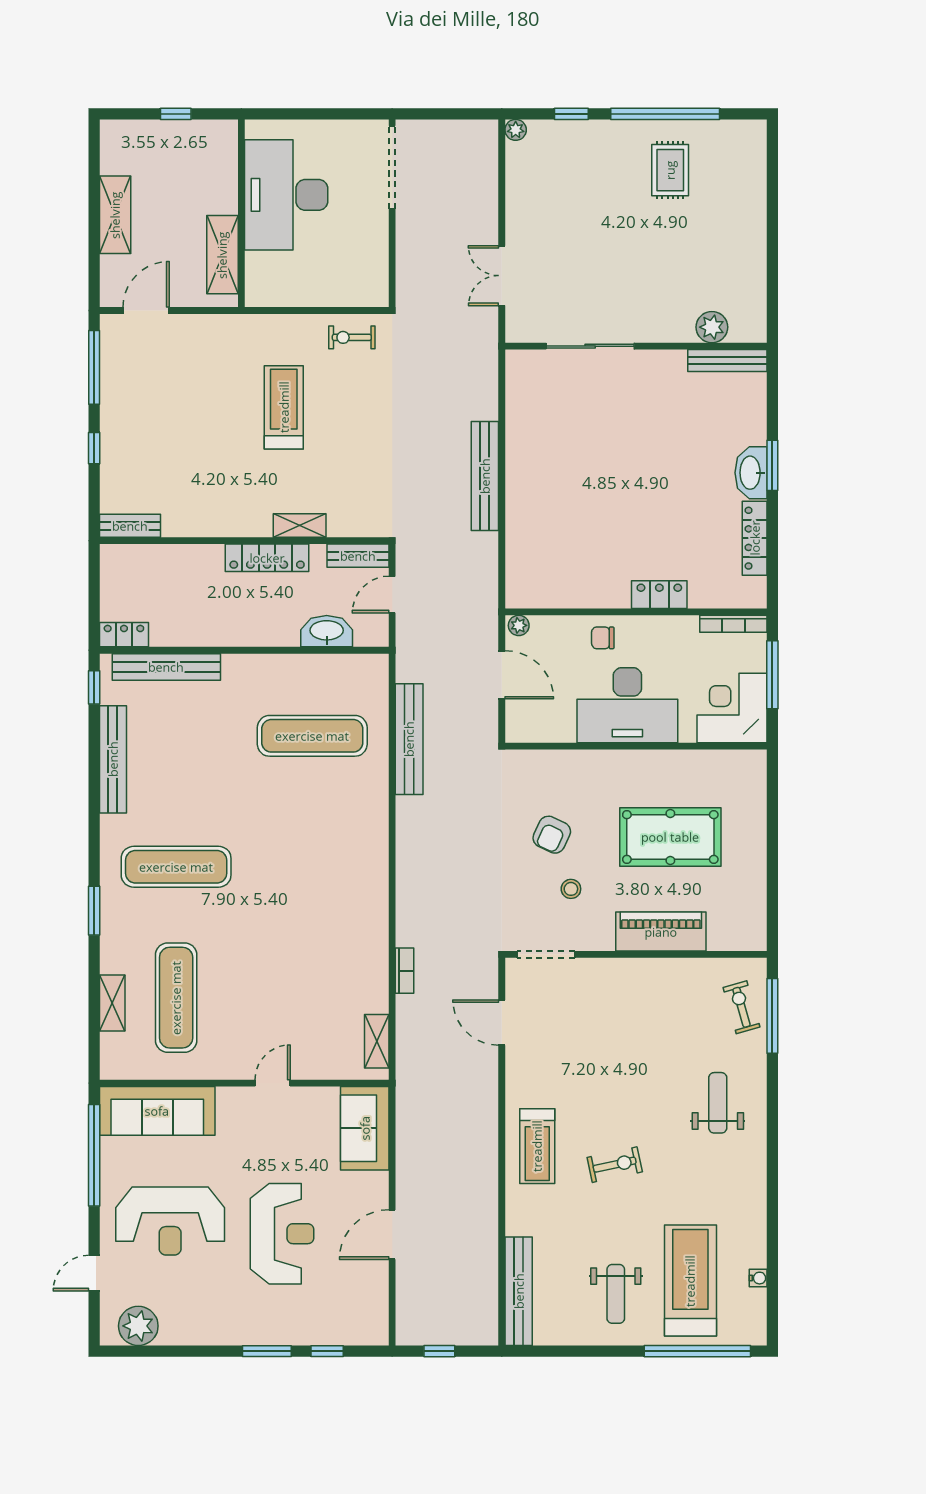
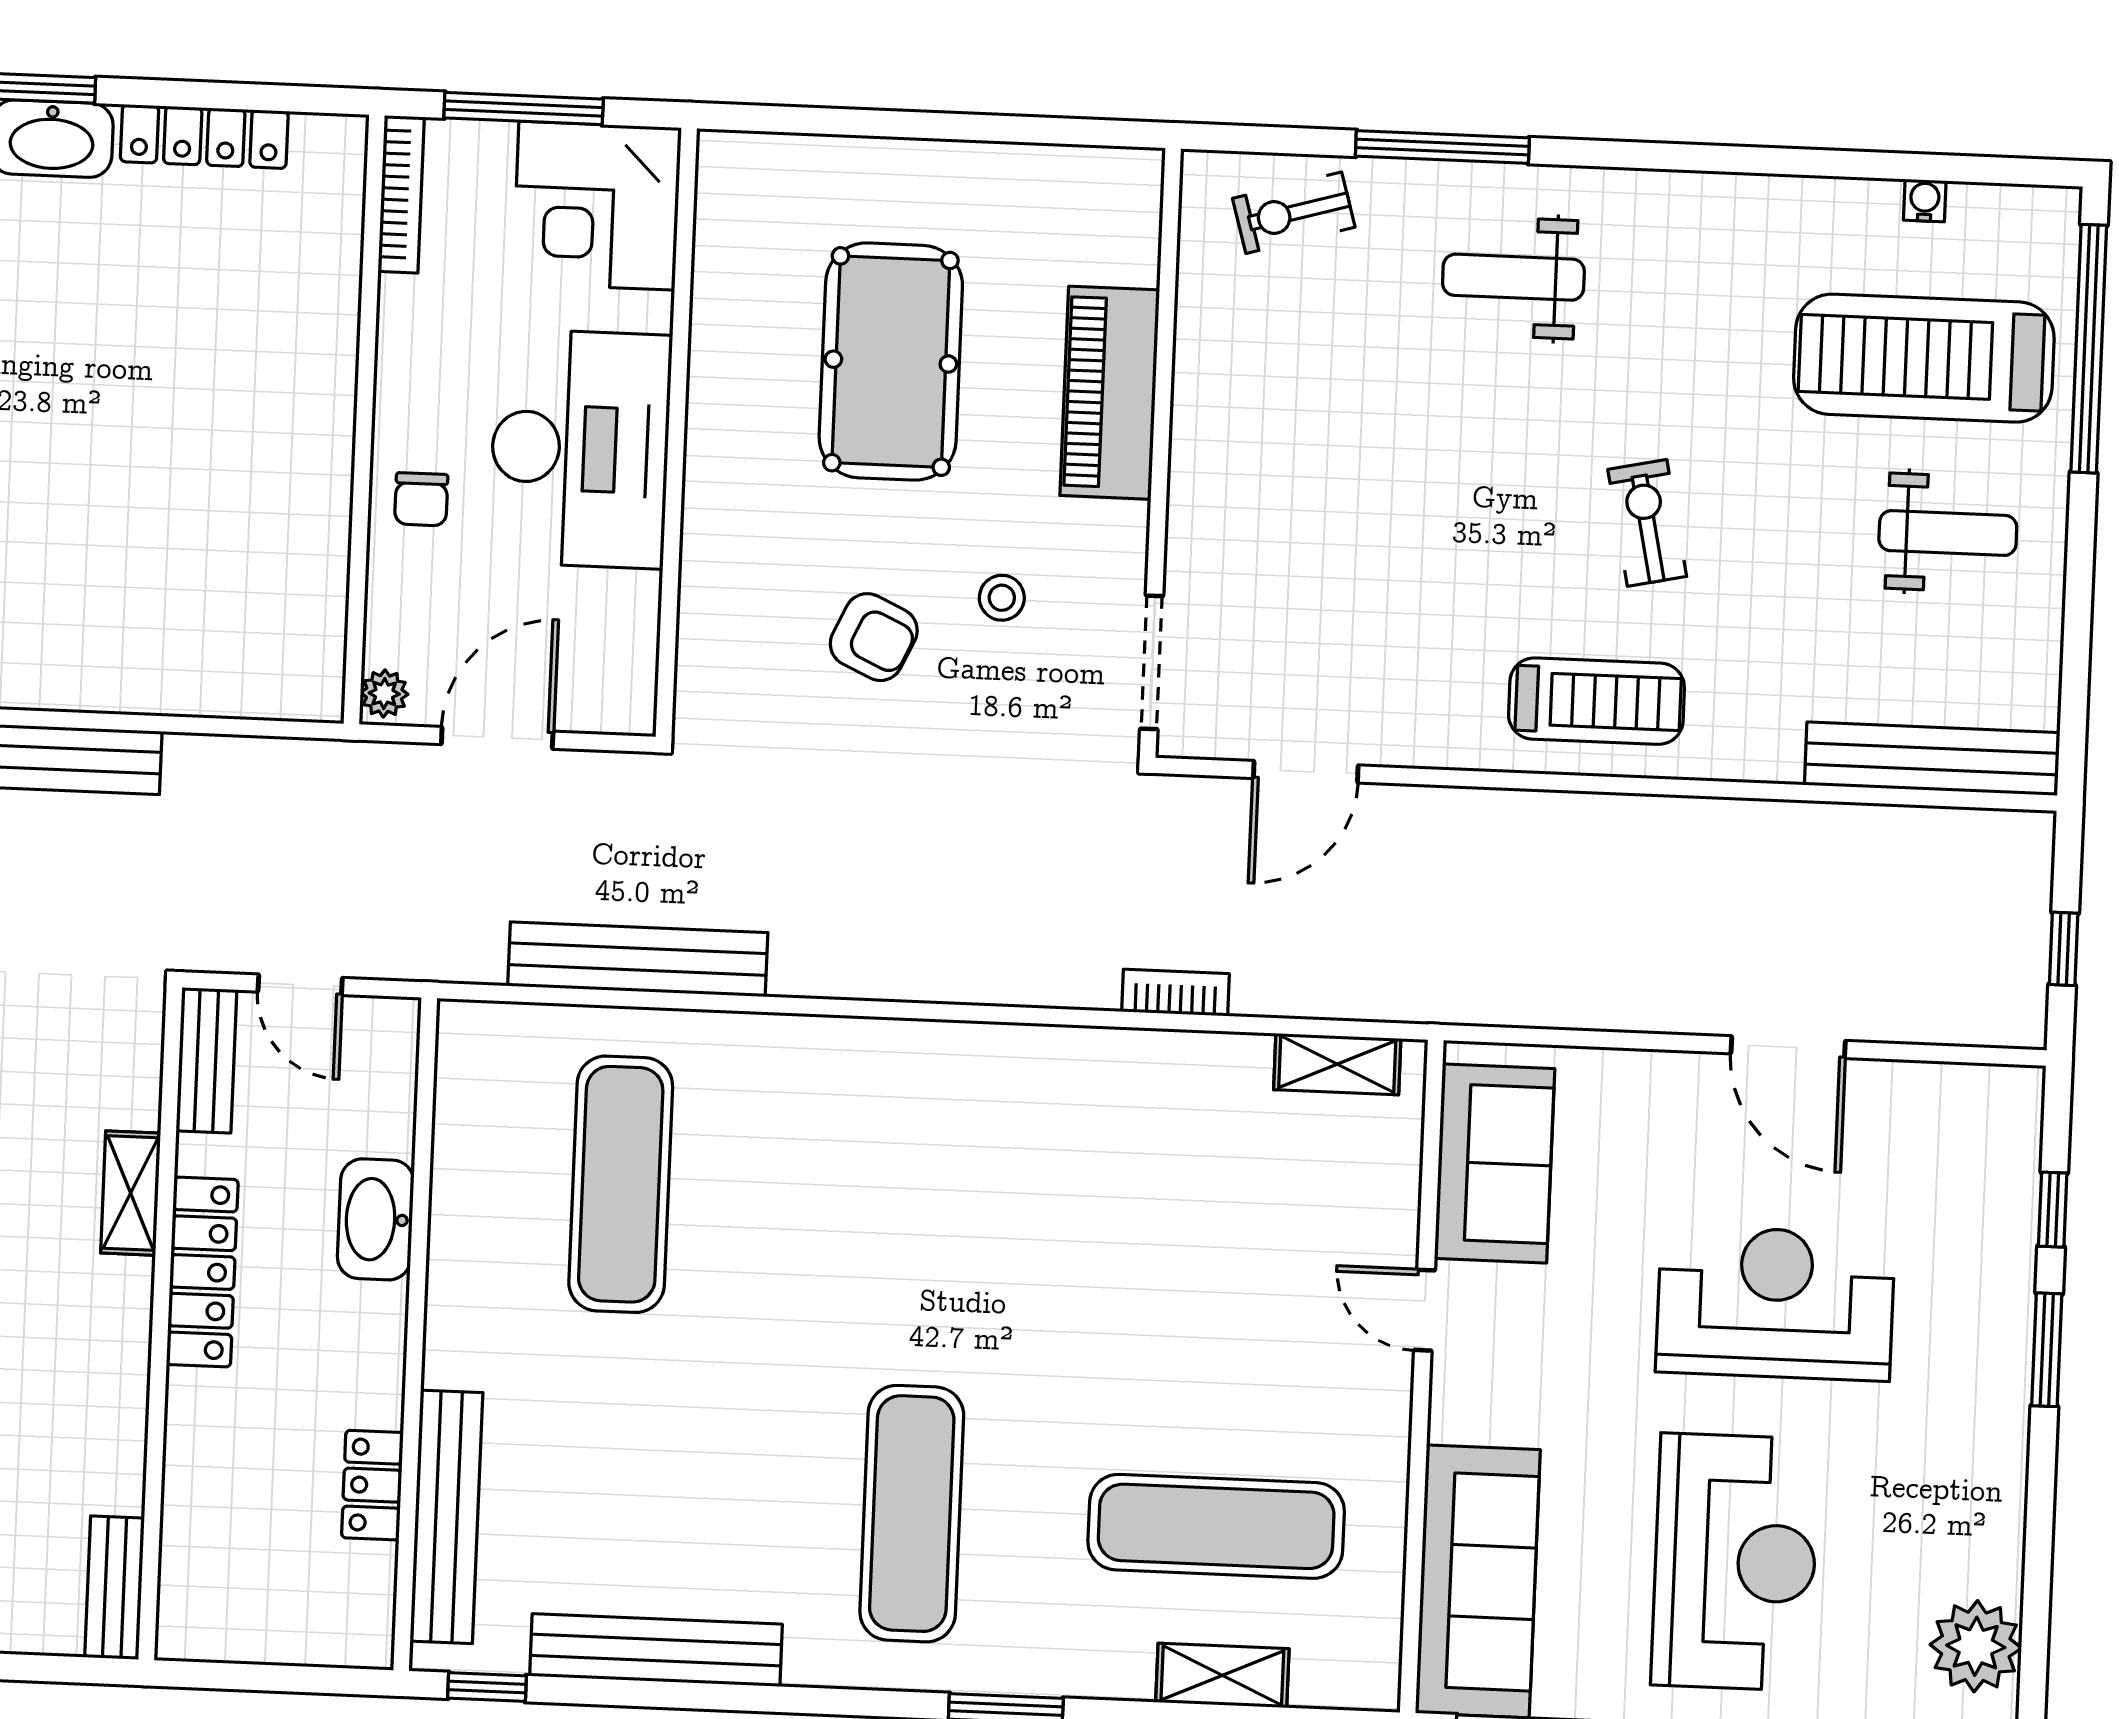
locker: (659, 595) -> (326, 364), removed
washbasin: (327, 631) -> (376, 1219), moved
locker: (124, 635) -> (372, 1485), moved
window: (772, 1016) -> (1442, 147), moved
sofa: (365, 1128) -> (1495, 1164), moved, turned -90

